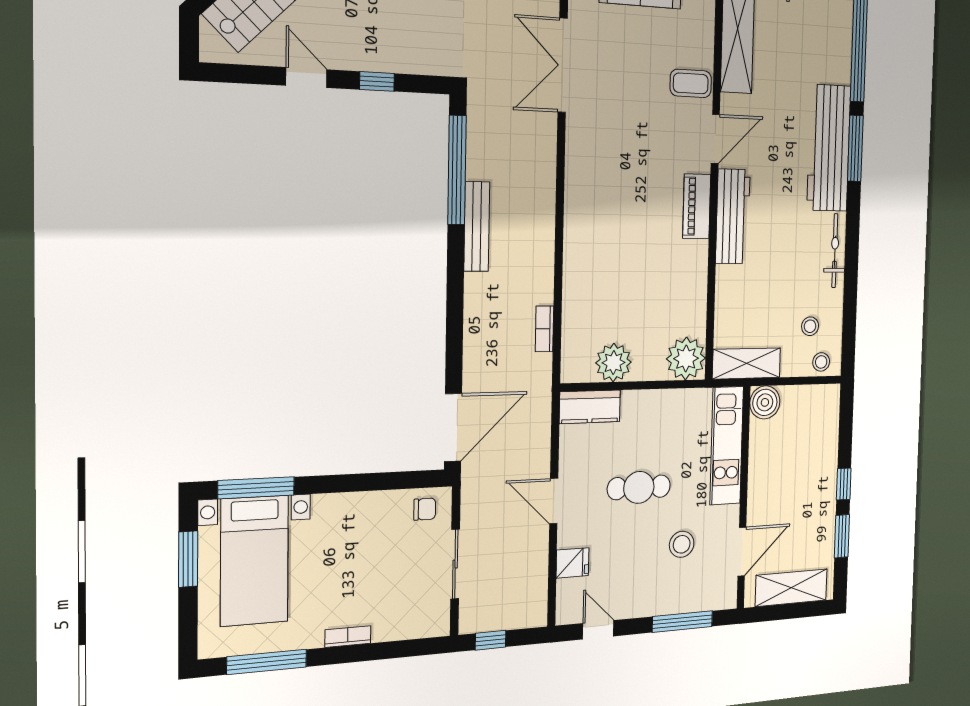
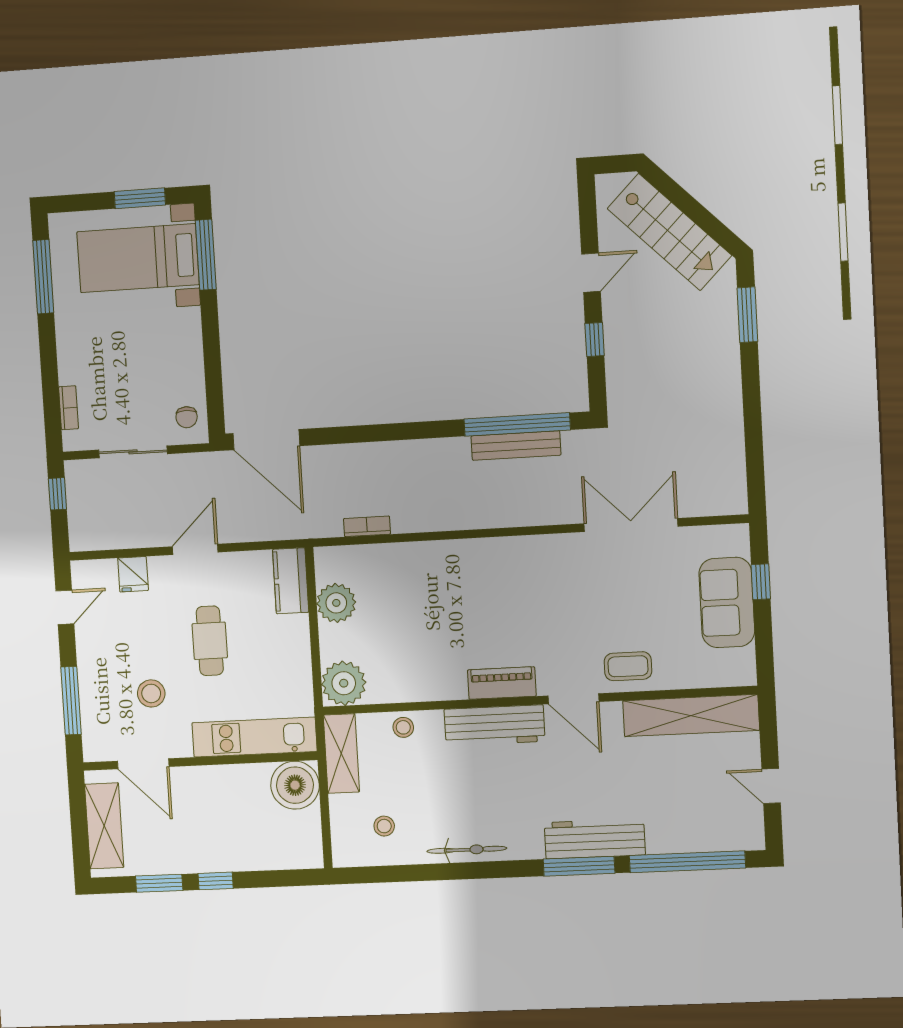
coffee table: (691, 83) -> (628, 666), turned 90
workbench: (829, 148) -> (595, 839), width x0.73, depth x0.76
bench: (477, 227) -> (516, 445), moved
stool: (821, 362) -> (403, 727), moved
boiler: (765, 402) -> (295, 785), width x1.37, depth x1.37
bookcase: (348, 637) -> (69, 408), moved

